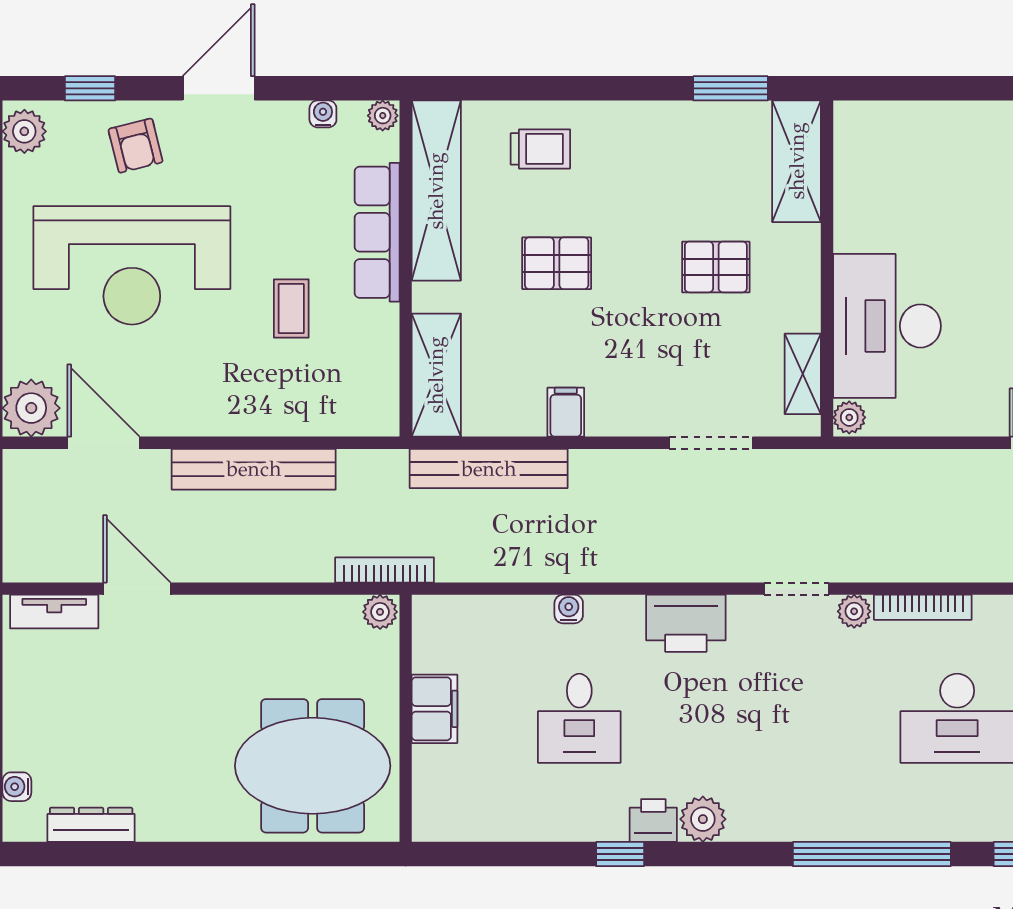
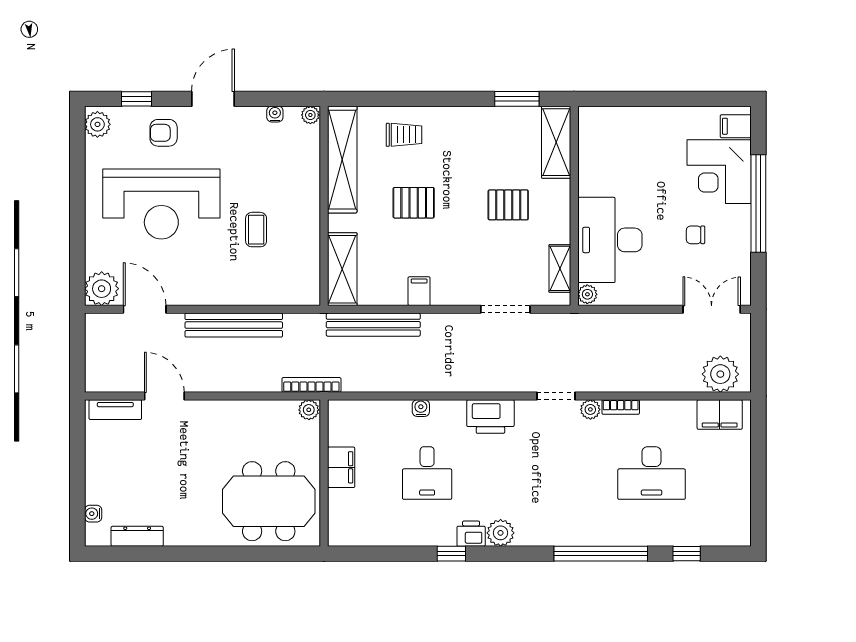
armchair: (136, 146) -> (164, 133), turned 104
row of seats: (377, 232) -> (307, 184), removed
bookcase: (923, 607) -> (621, 407), width x0.64

